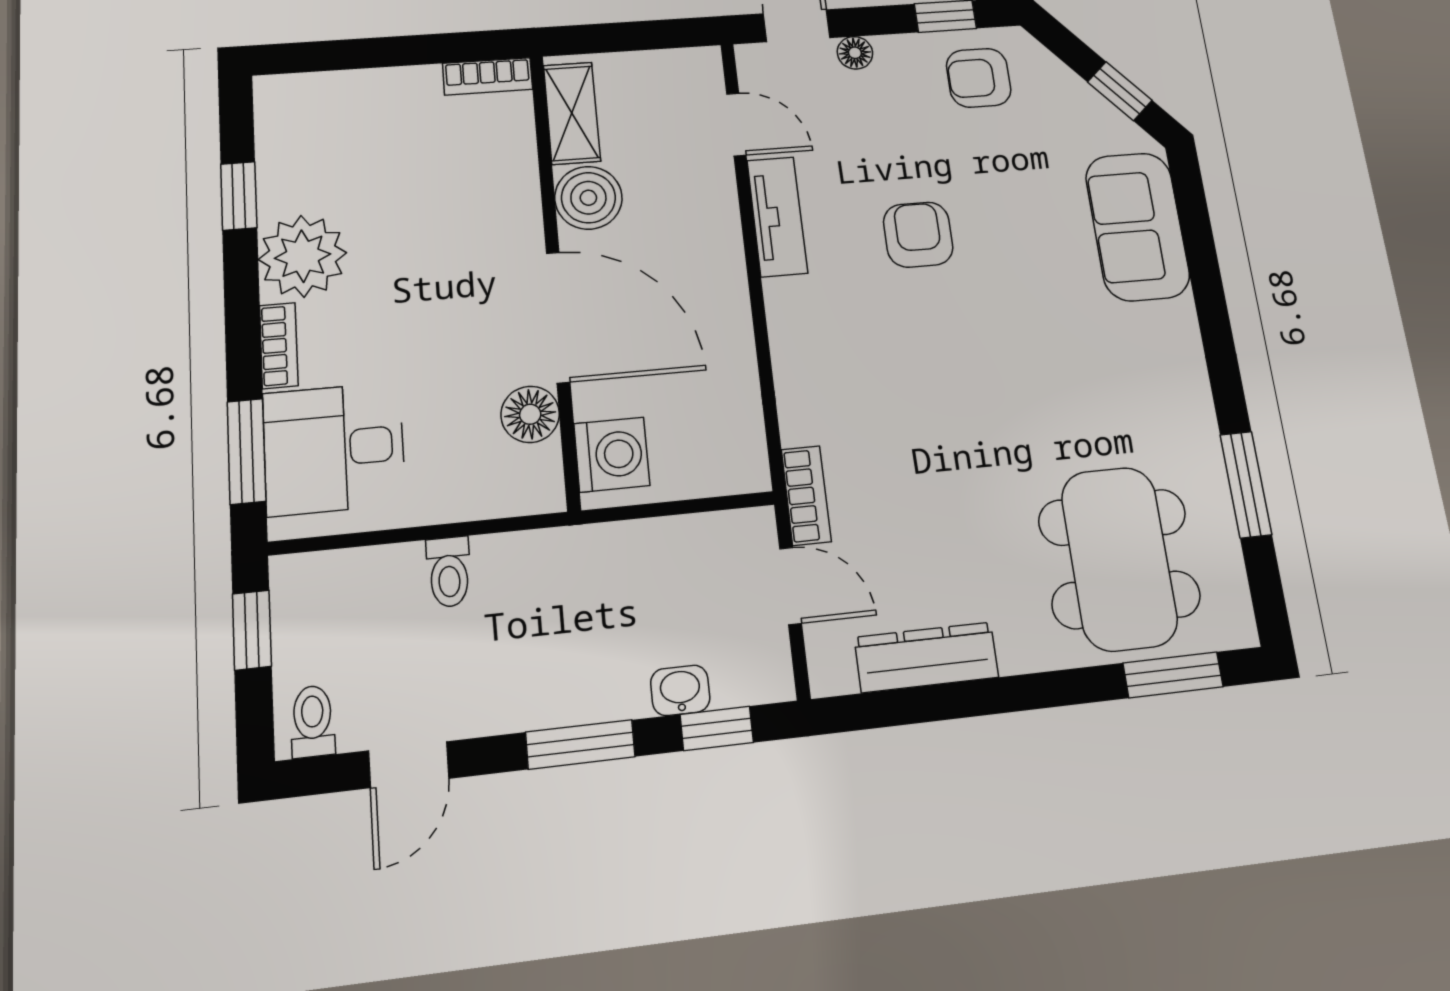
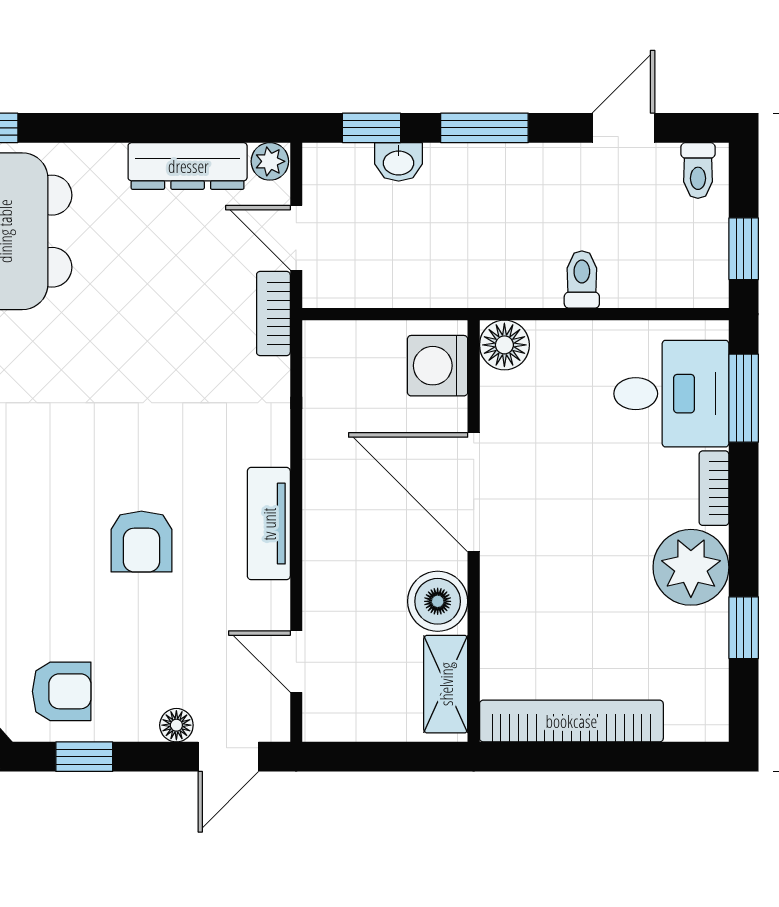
bookcase: (488, 76) -> (571, 721), width x2.31, depth x1.31
tv unit: (777, 217) -> (269, 524), moved
floor lamp: (530, 414) -> (504, 345), moved
plant: (832, 674) -> (270, 161), added

